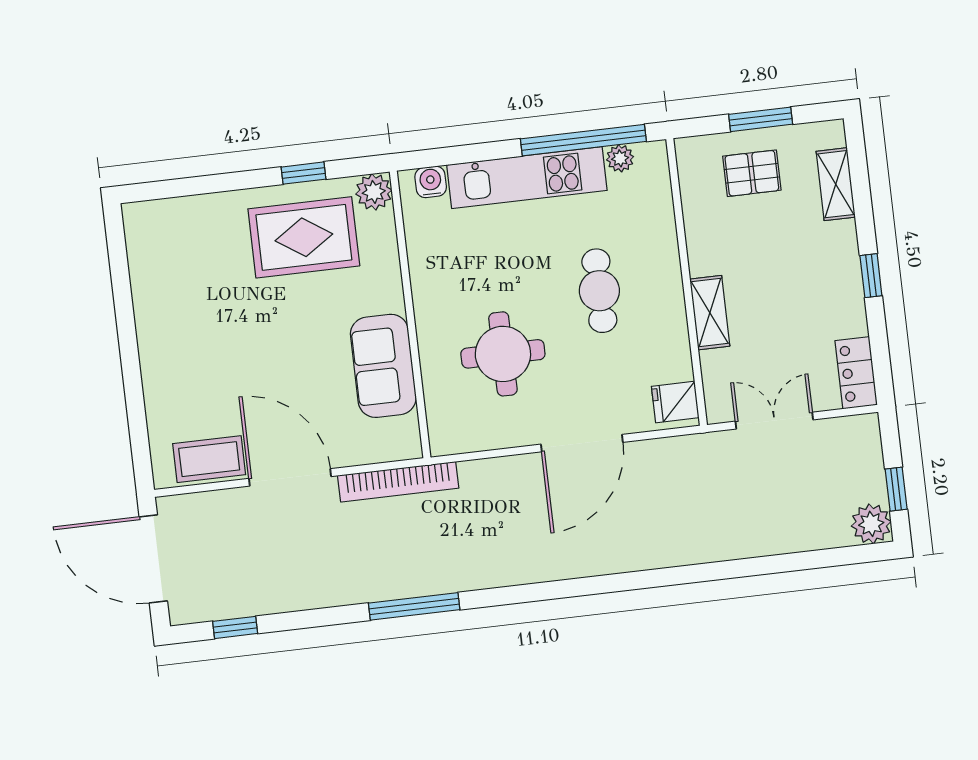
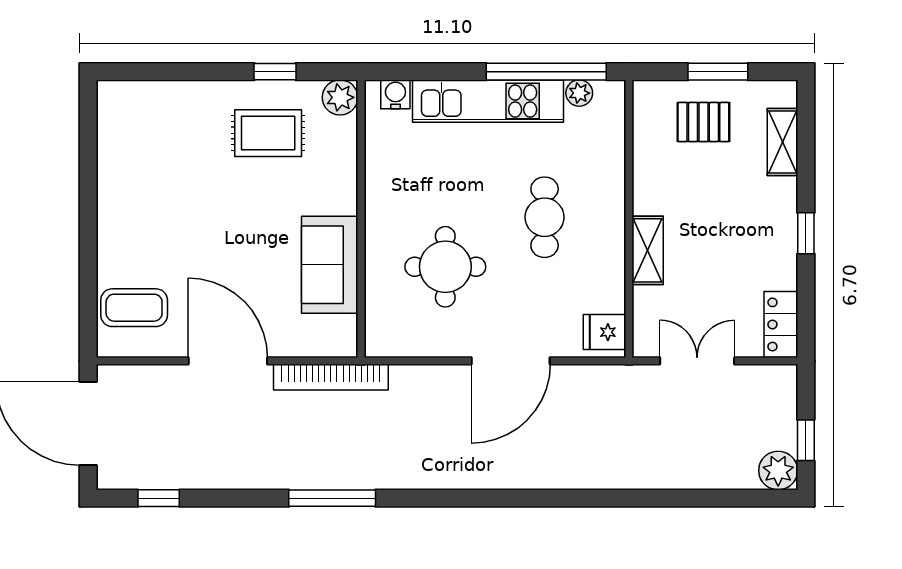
rug: (304, 237) -> (268, 133), width x0.73, depth x0.70
coffee table: (209, 459) -> (134, 308), moved

